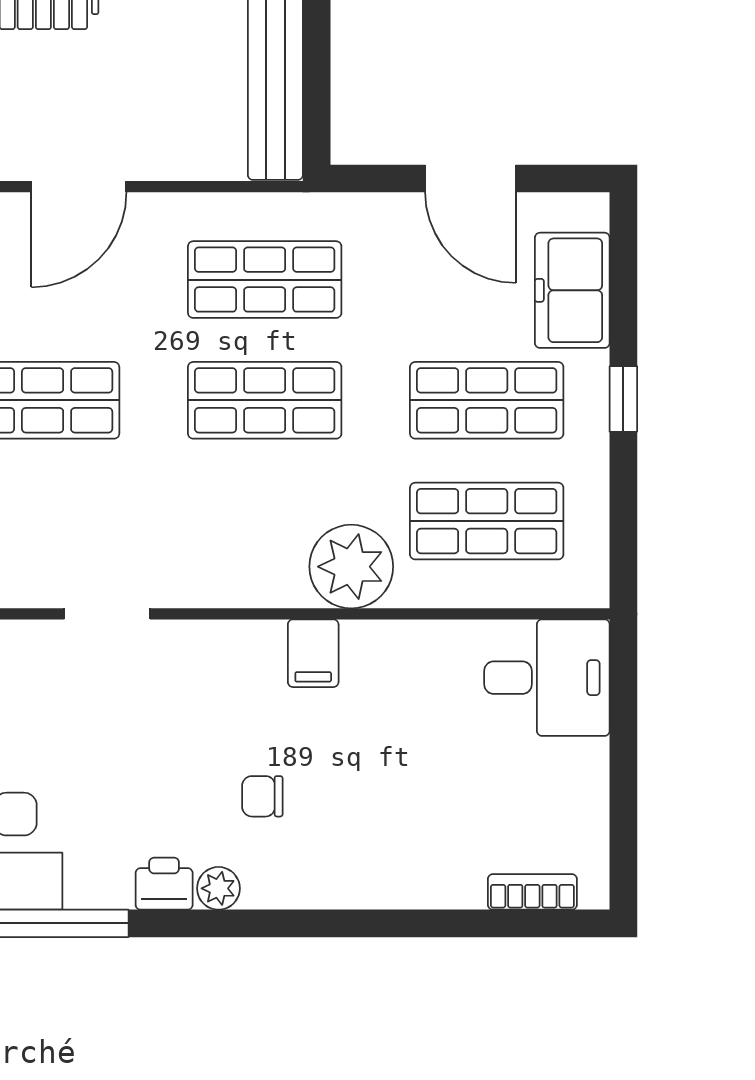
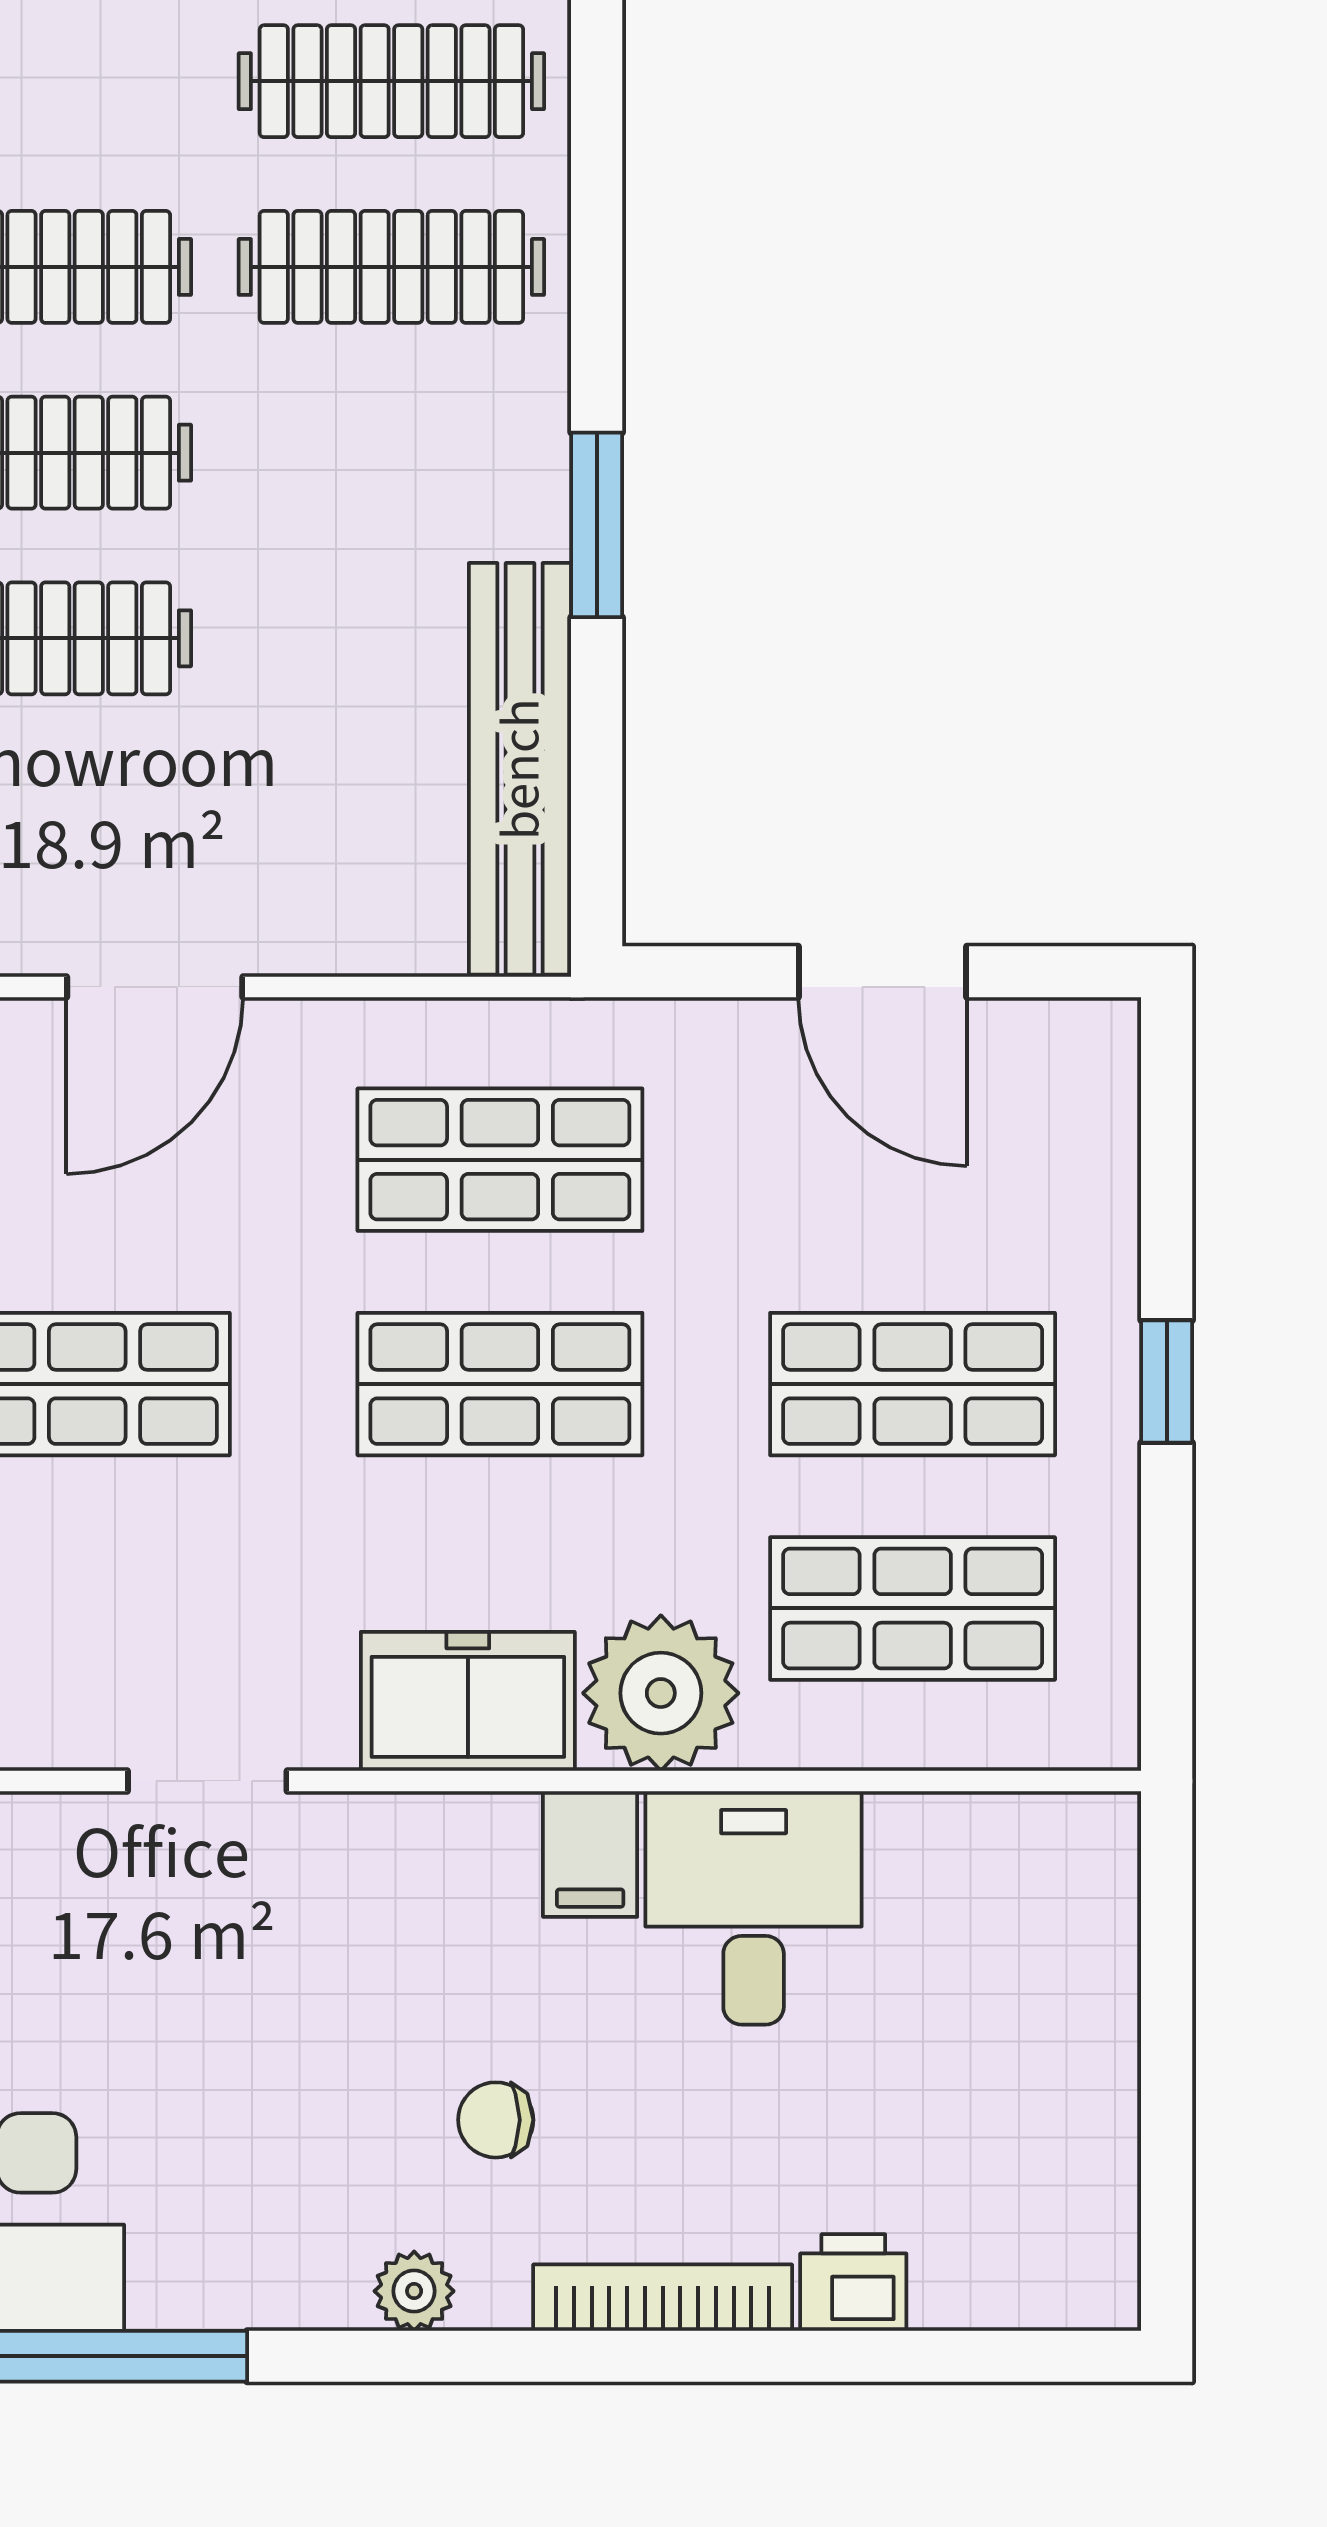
freezer: (572, 290) -> (468, 1701), moved, turned 90
desk: (547, 678) -> (754, 1908), moved, turned -90
printer: (164, 884) -> (853, 2282), moved
bookcase: (532, 892) -> (663, 2298), moved, width x1.56

